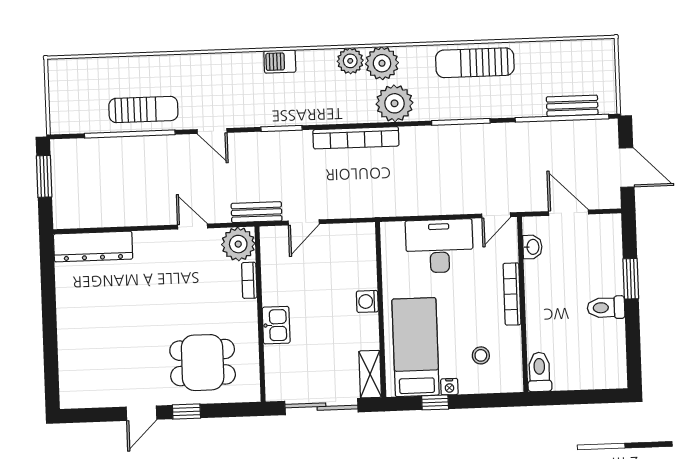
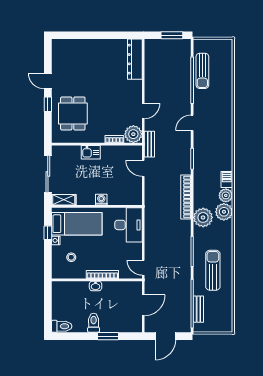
barbecue: (280, 61) -> (227, 180), moved
sun lounger: (475, 63) -> (213, 270), moved
sun lounger: (143, 109) -> (202, 71), moved
desk: (439, 246) -> (128, 225), moved
washbasin: (532, 247) -> (96, 286), moved
toilet: (539, 372) -> (62, 326), moved

